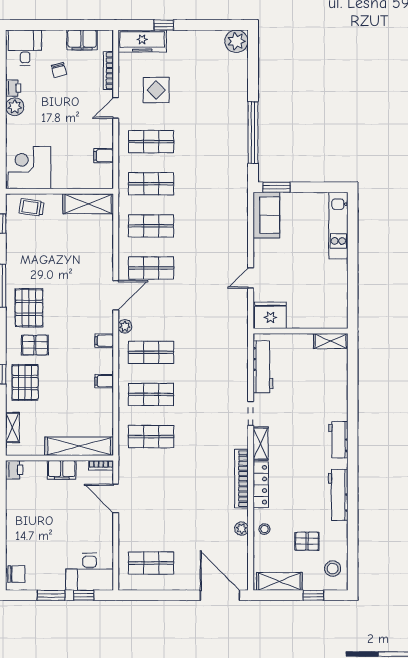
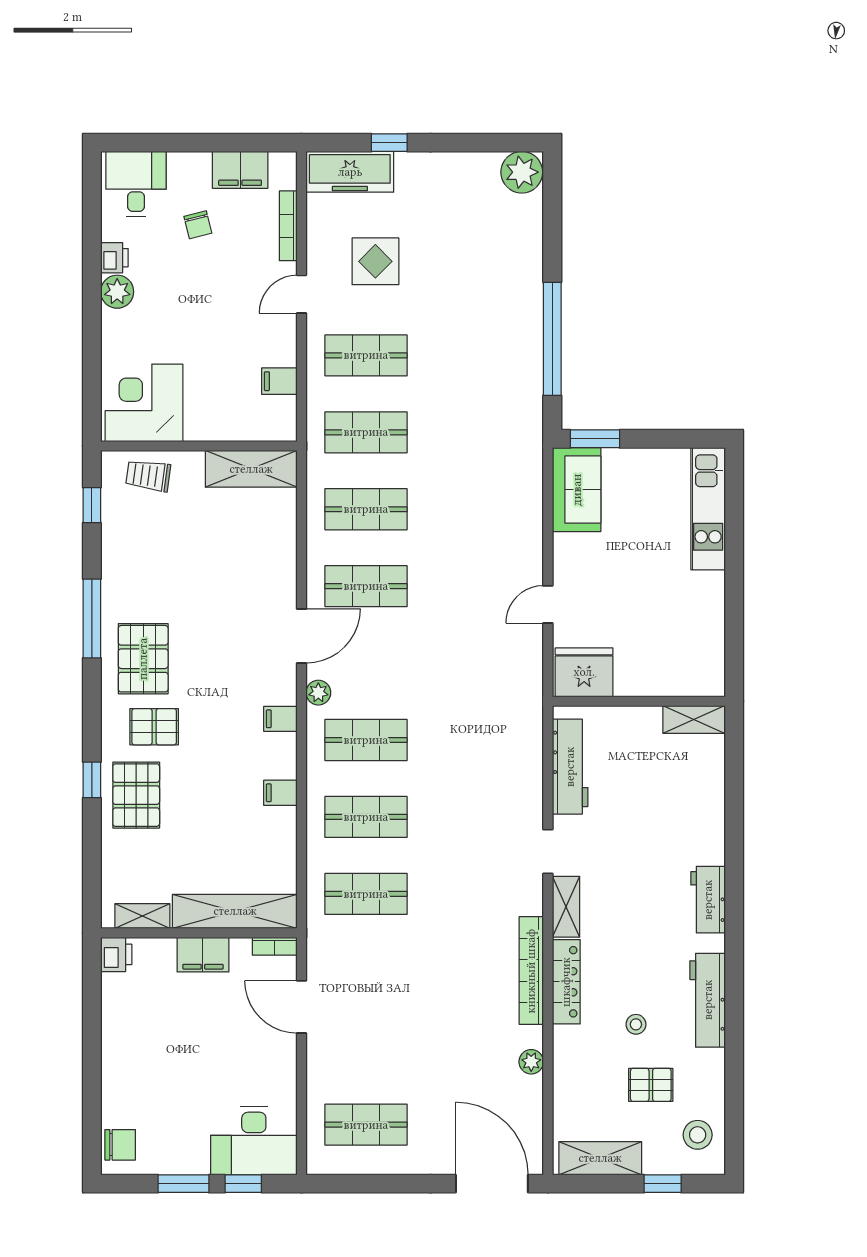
shelving: (12, 428) -> (142, 916), moved, turned 90
stool: (264, 529) -> (636, 1024), moved

